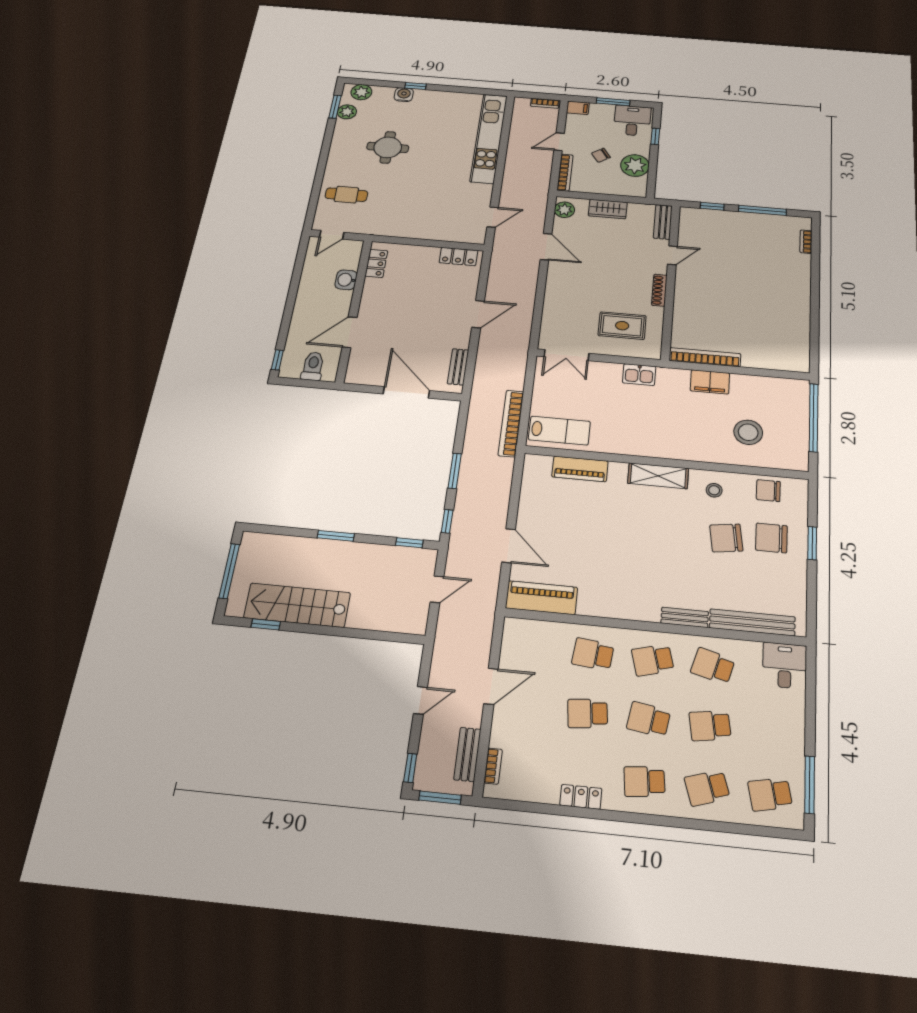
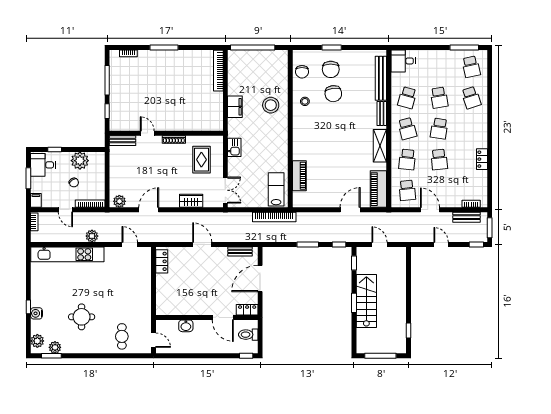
plant: (513, 171) -> (92, 236), added
wardrobe: (608, 209) -> (191, 201), moved, turned -90
locker: (376, 263) -> (247, 310), moved
window: (815, 290) -> (164, 47), added
bookcase: (705, 357) -> (218, 71), moved
stool: (748, 432) -> (271, 105), moved
shelving: (658, 476) -> (380, 146), moved
stairs: (297, 605) -> (366, 301), moved, turned 180
school desk: (644, 782) -> (407, 190), moved

